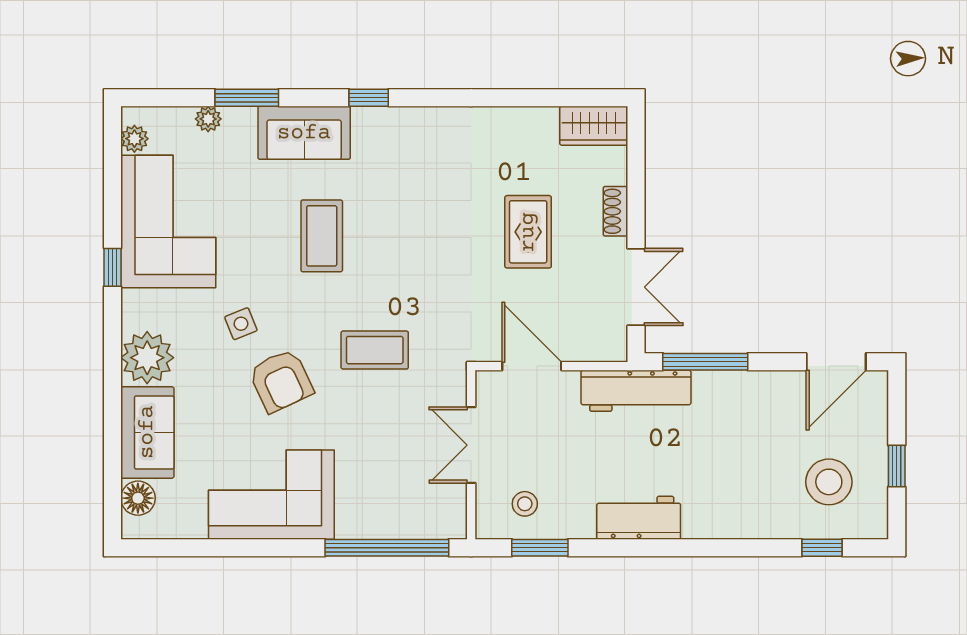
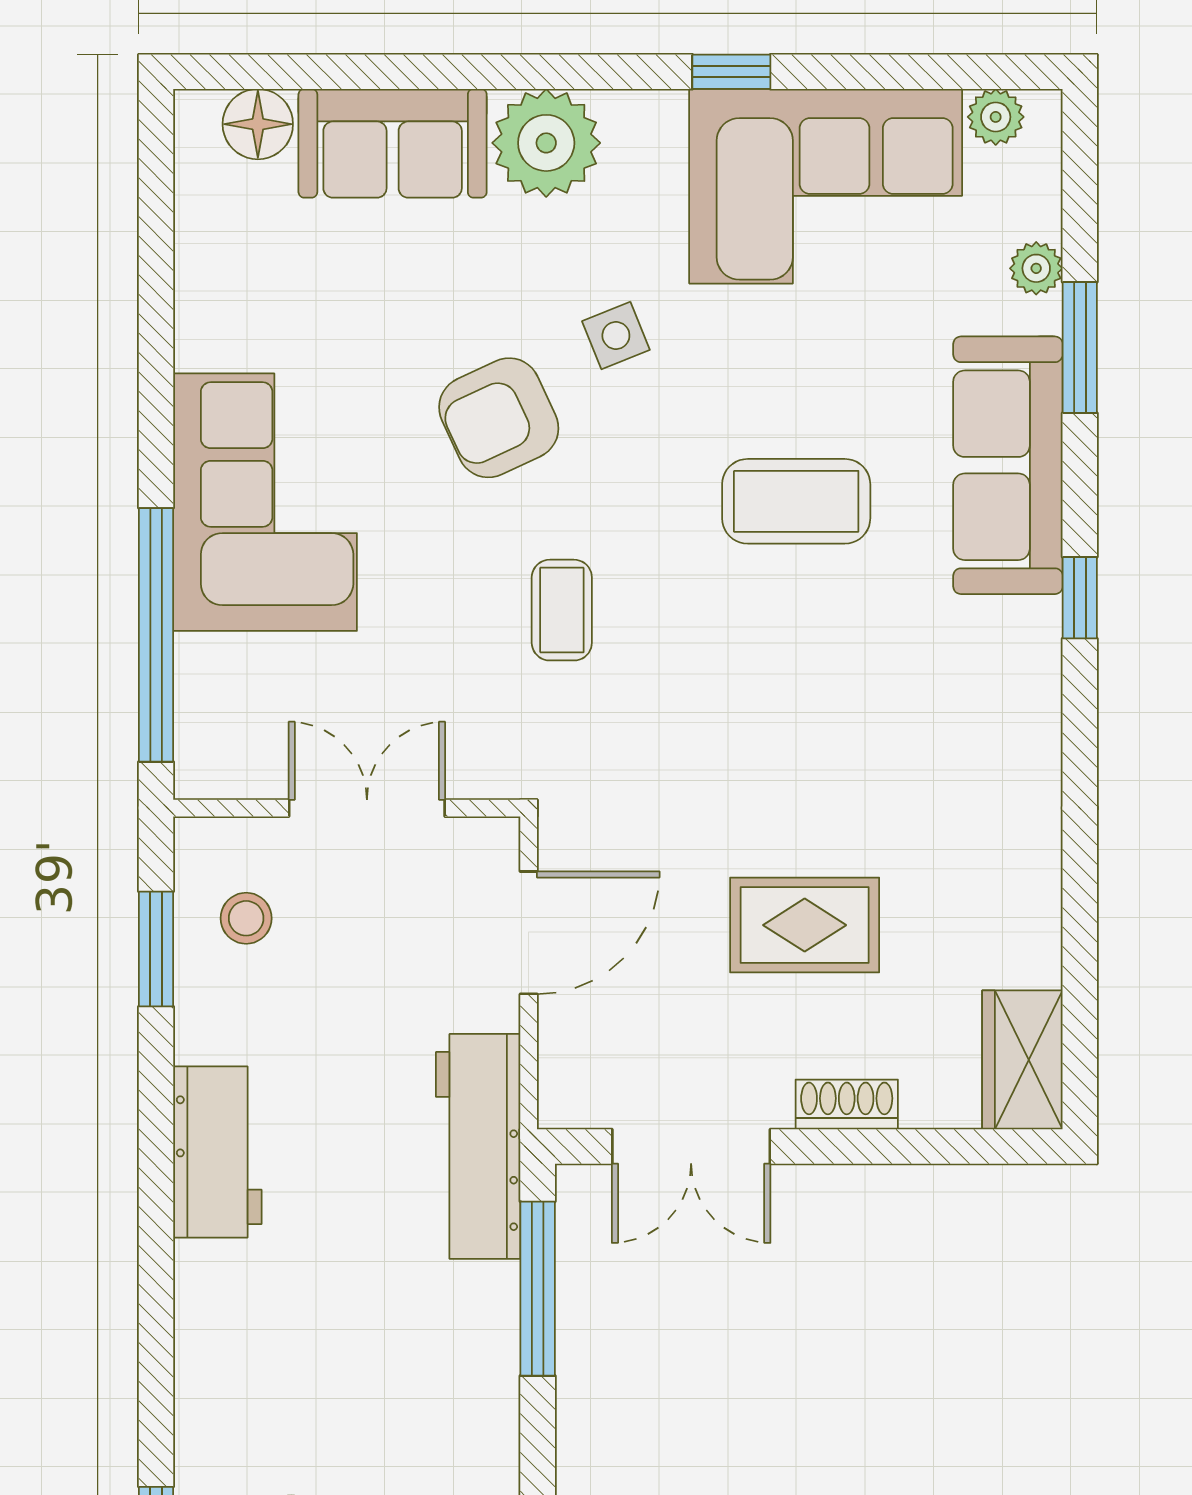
sofa: (304, 133) -> (1008, 465), width x1.36
coffee table: (375, 350) -> (562, 610), width x0.73, depth x0.77
corner sofa: (271, 495) -> (265, 502), moved

